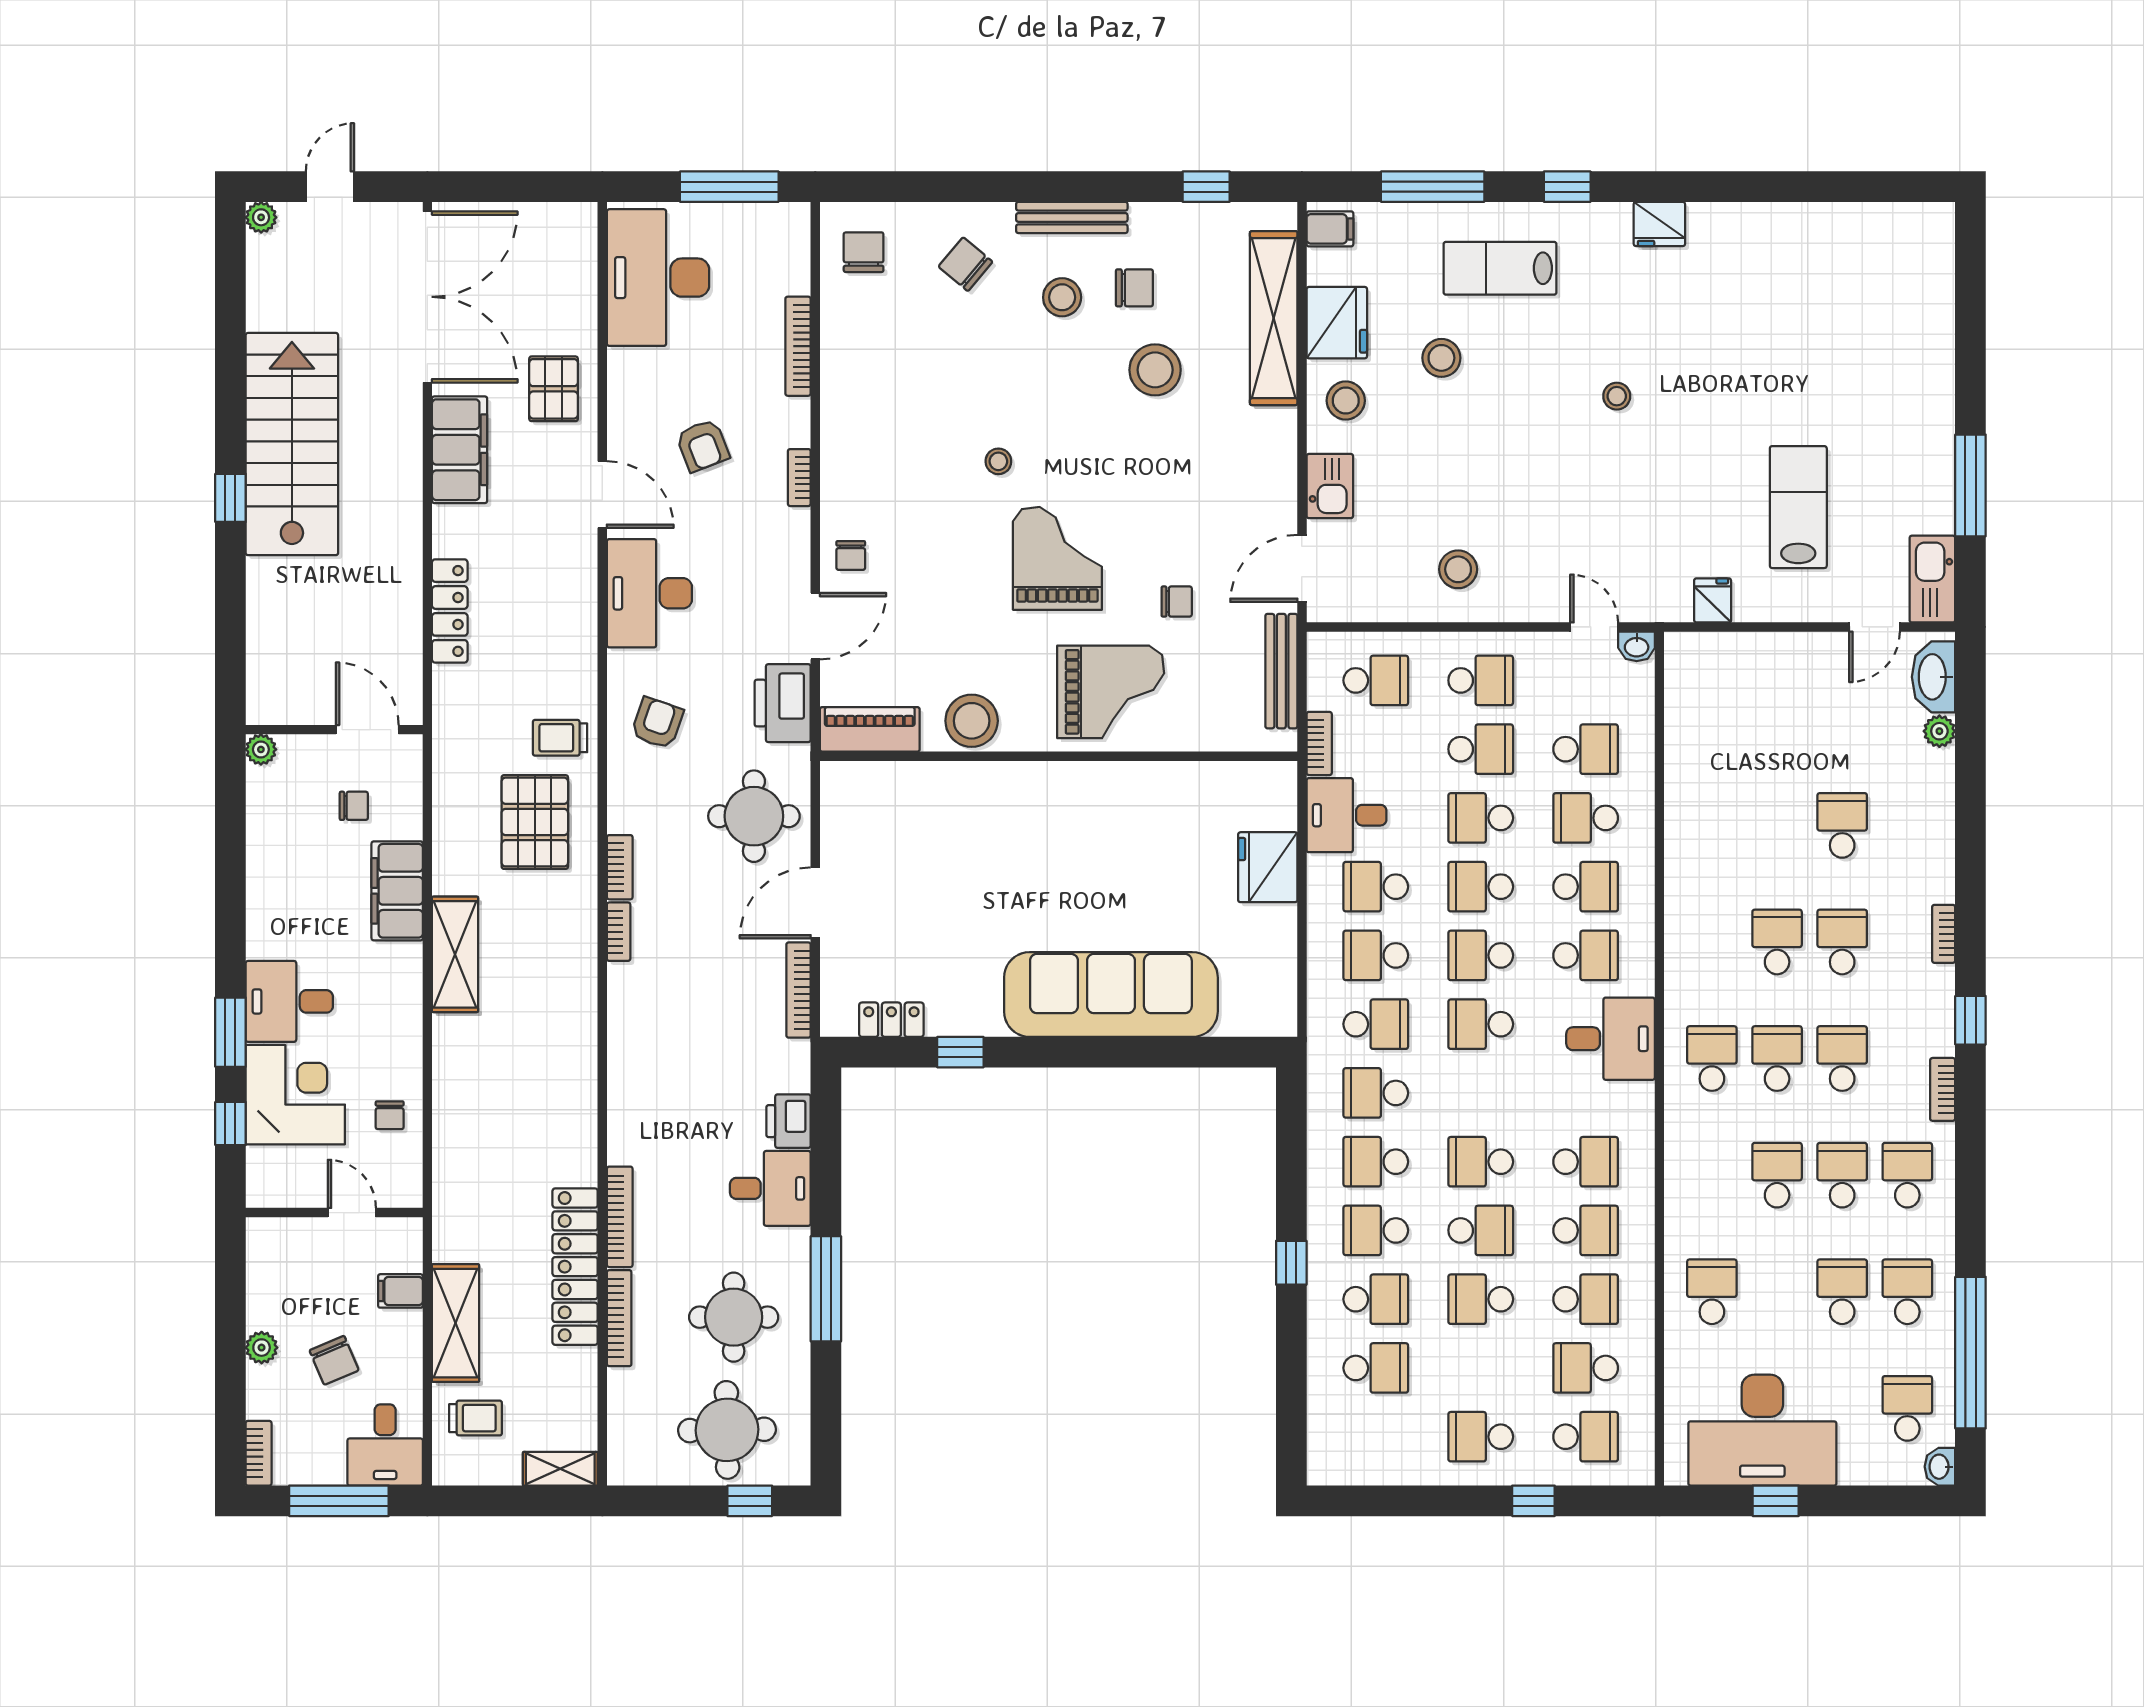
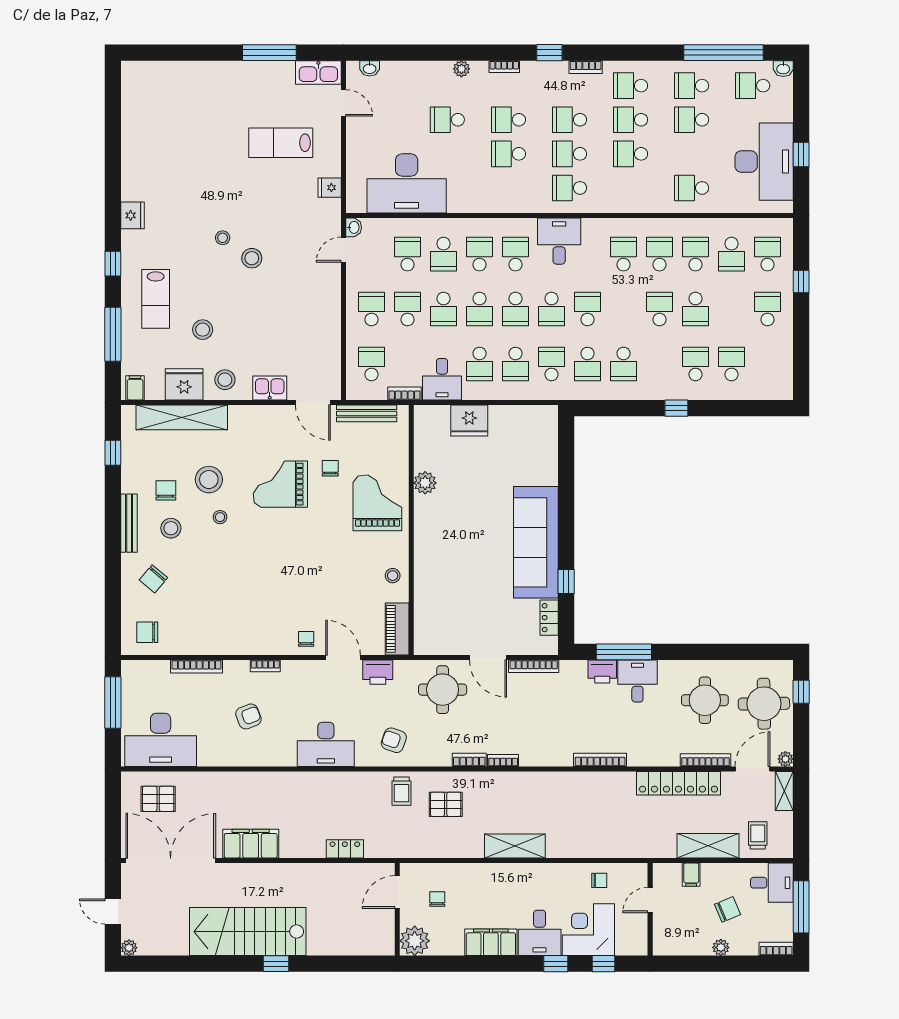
pallet: (554, 389) -> (158, 799), moved
stool: (998, 461) -> (220, 517), moved
door: (602, 495) -> (753, 769), moved
chair: (851, 555) -> (306, 639), turned -90
grand piano: (1057, 558) -> (280, 484), moved
stool: (1458, 569) -> (252, 258), moved
locker: (450, 611) -> (345, 849), width x0.66
washbasin: (1934, 677) -> (370, 68), width x0.52, depth x0.69
printer: (783, 703) -> (378, 672), width x0.73, depth x0.84
stool: (972, 721) -> (393, 576), width x0.53, depth x0.53
plant: (1939, 731) -> (461, 69), moved
desk: (1721, 747) -> (407, 183), added
plant: (261, 749) -> (415, 941), width x1.87, depth x1.87
plant: (1149, 783) -> (425, 483), added
pallet: (535, 822) -> (446, 804), width x0.67, depth x0.71
filing cabinet: (397, 891) -> (491, 942), moved, turned 180
sofa: (1111, 994) -> (536, 542), moved
window: (230, 1032) -> (556, 964), width x0.67
school desk: (1481, 1162) -> (587, 309), moved, turned 180
bookcase: (620, 1217) -> (600, 760), moved
school desk: (1376, 1230) -> (659, 364), removed
window: (826, 1289) -> (624, 652), moved
school desk: (1481, 1437) -> (768, 309), turned 180
plant: (621, 1471) -> (785, 759), added

